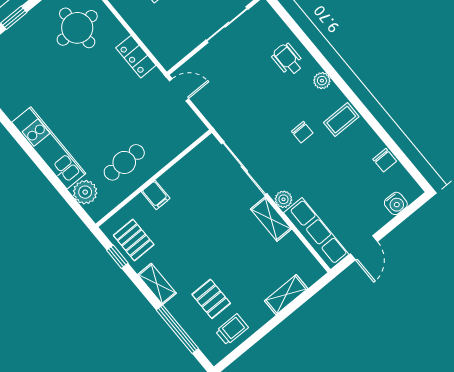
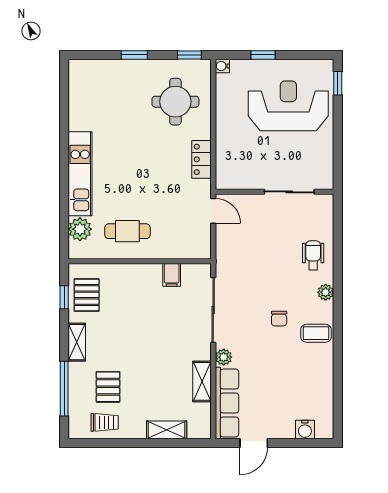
chair: (385, 160) -> (323, 390), removed
filing cabinet: (156, 195) -> (172, 275), moved
shelving: (271, 219) -> (202, 381), moved

